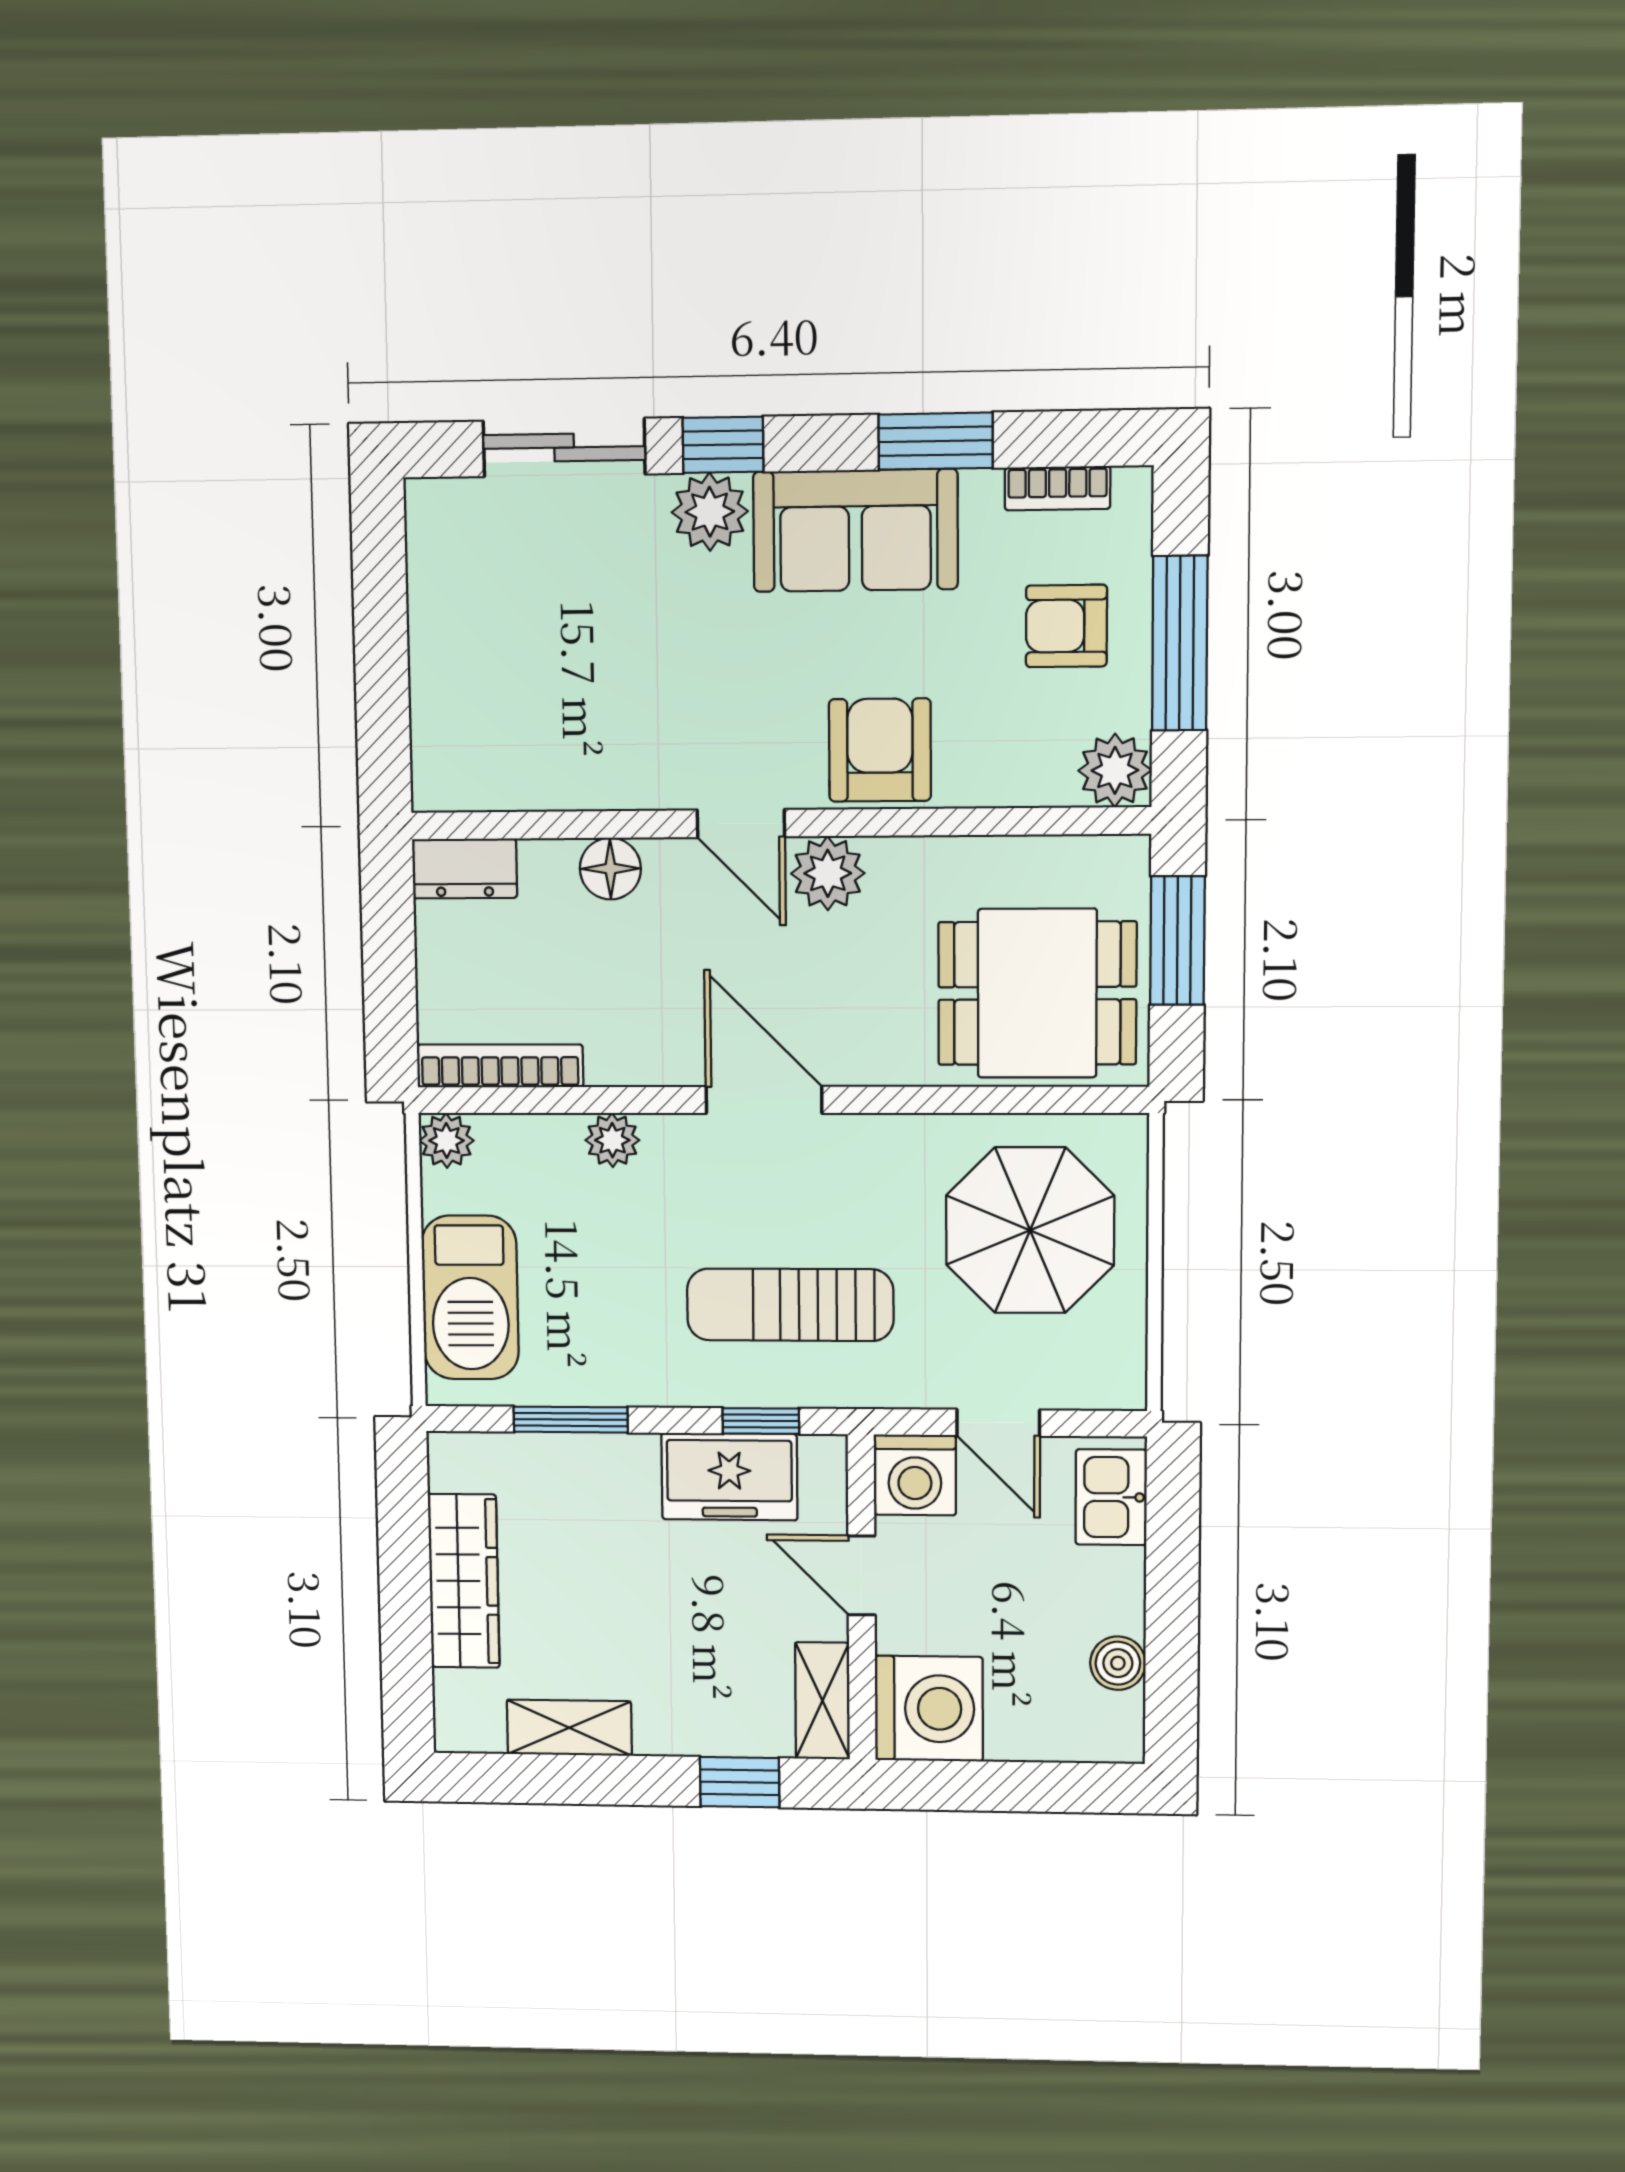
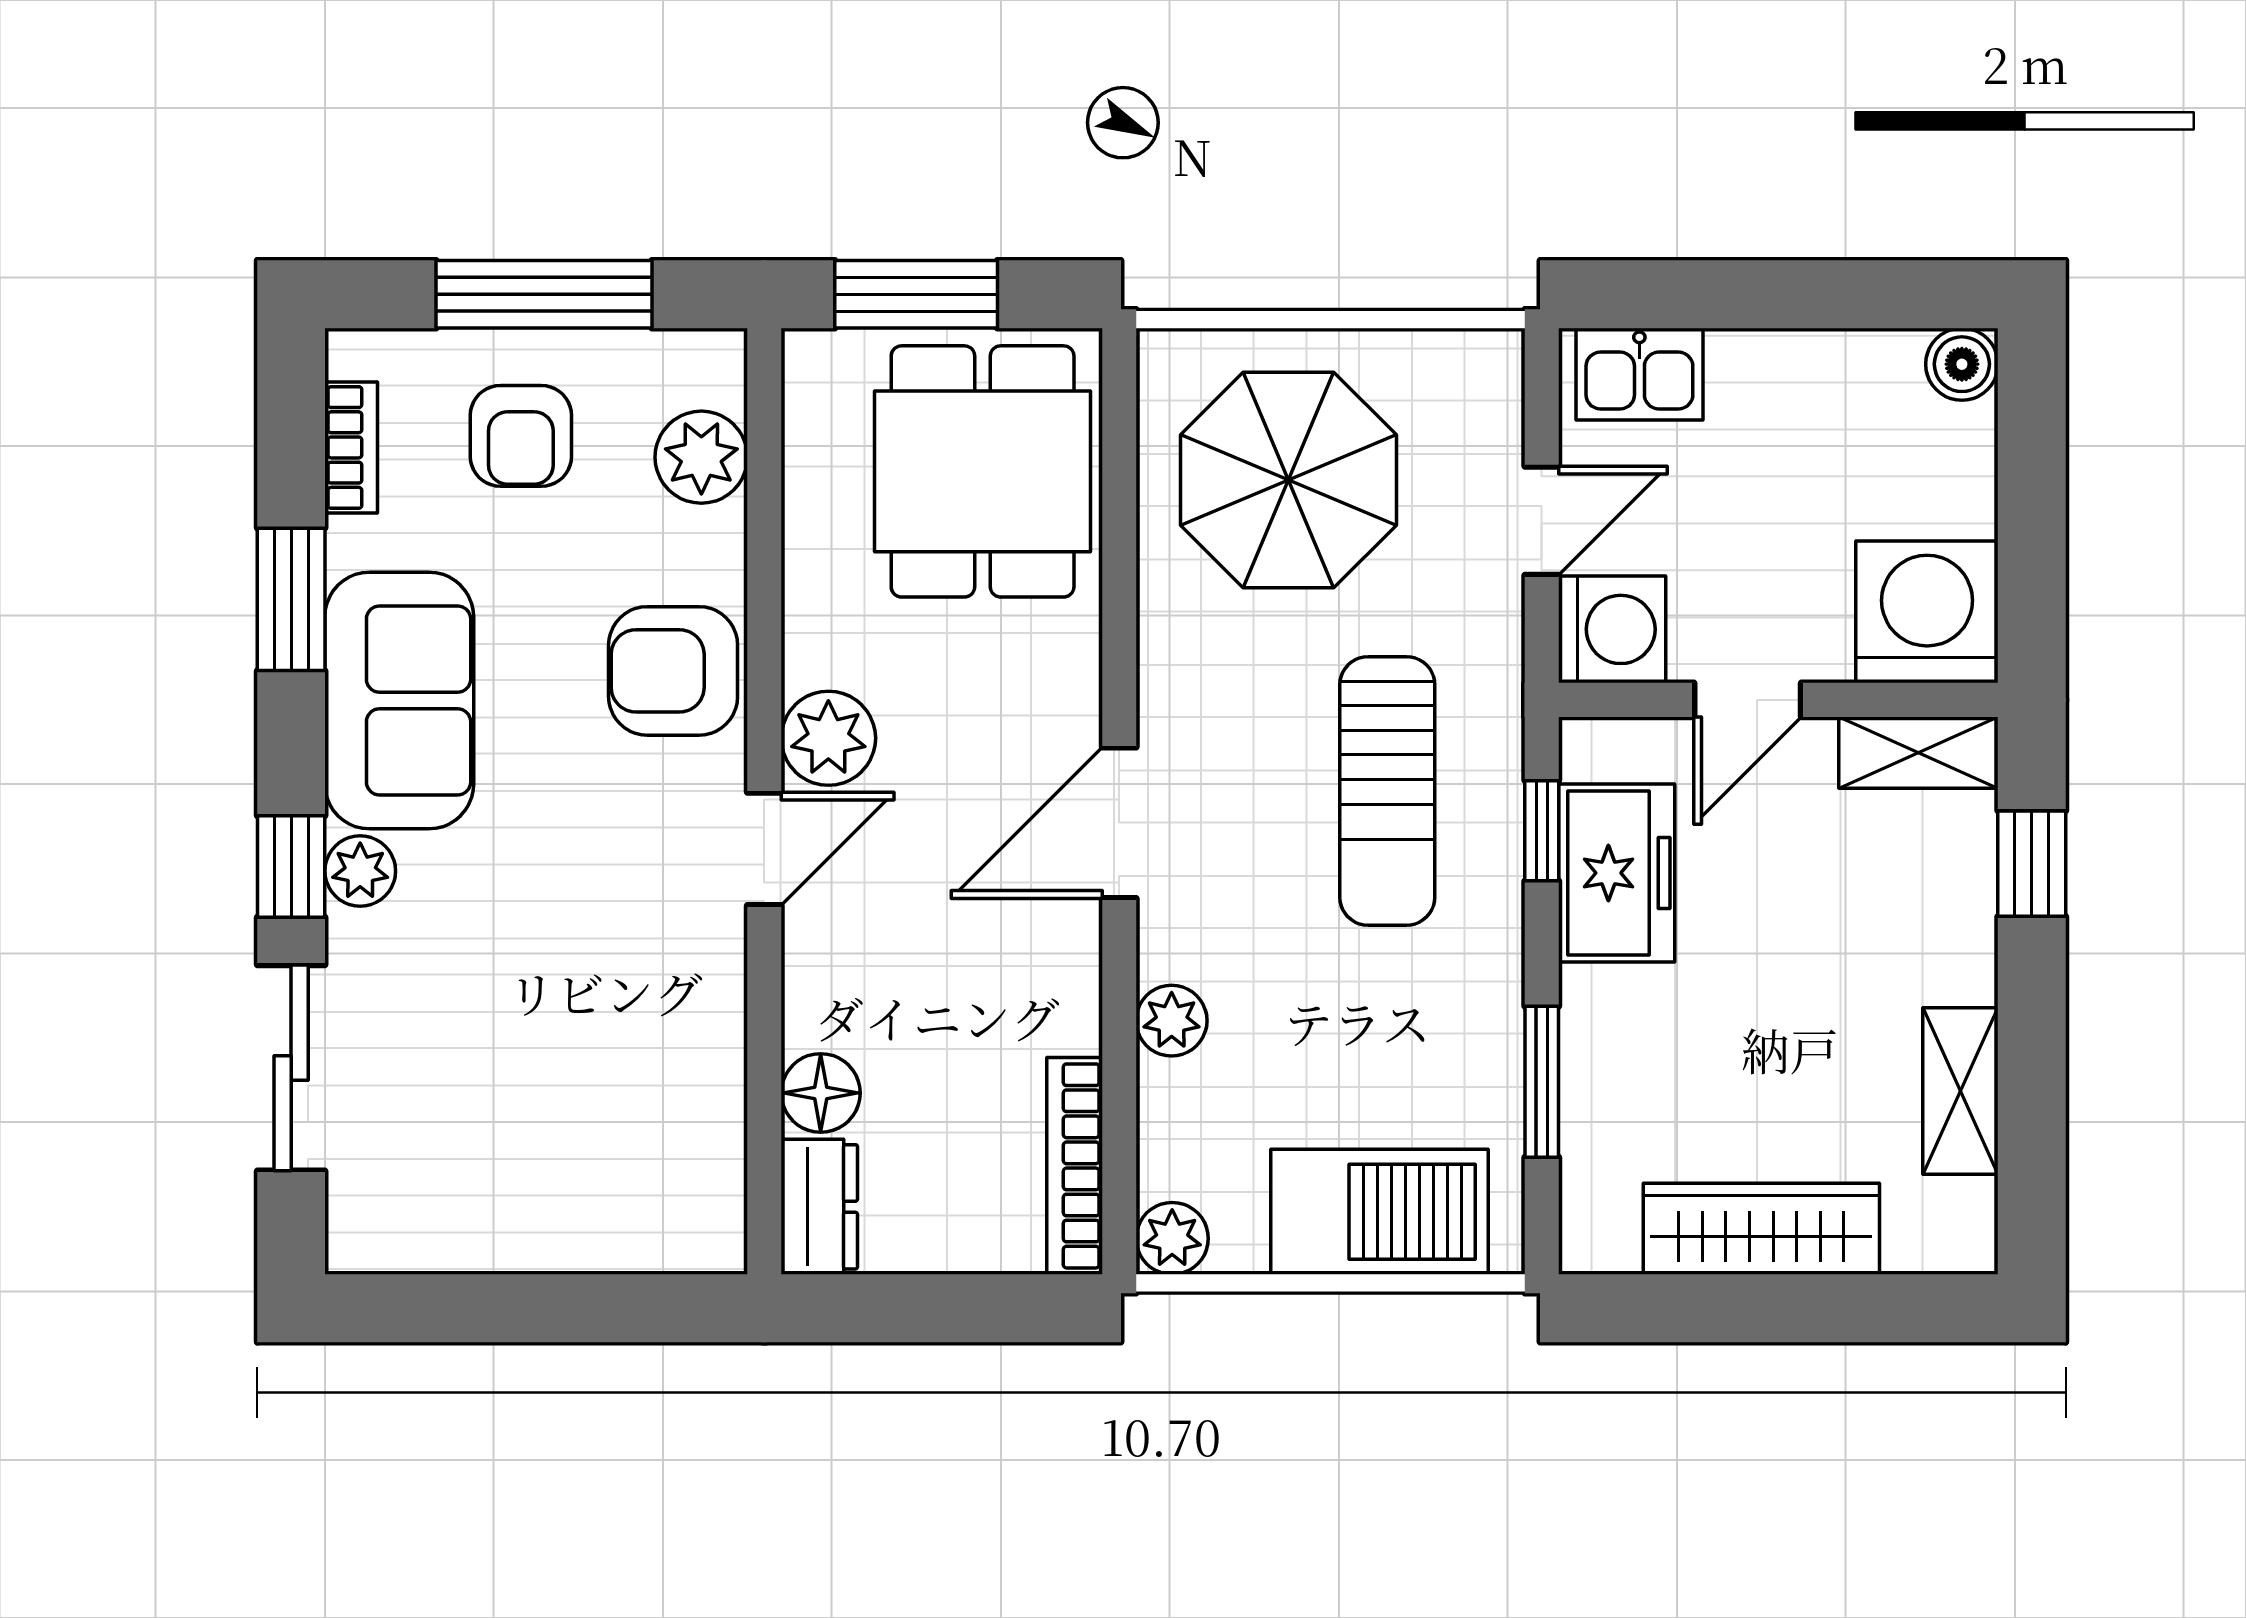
plant: (710, 512) -> (360, 871), width x0.73, depth x0.73
plant: (1115, 770) -> (701, 457), moved
floor lamp: (610, 869) -> (821, 1093), moved
boiler: (1118, 1663) -> (1962, 364), moved

